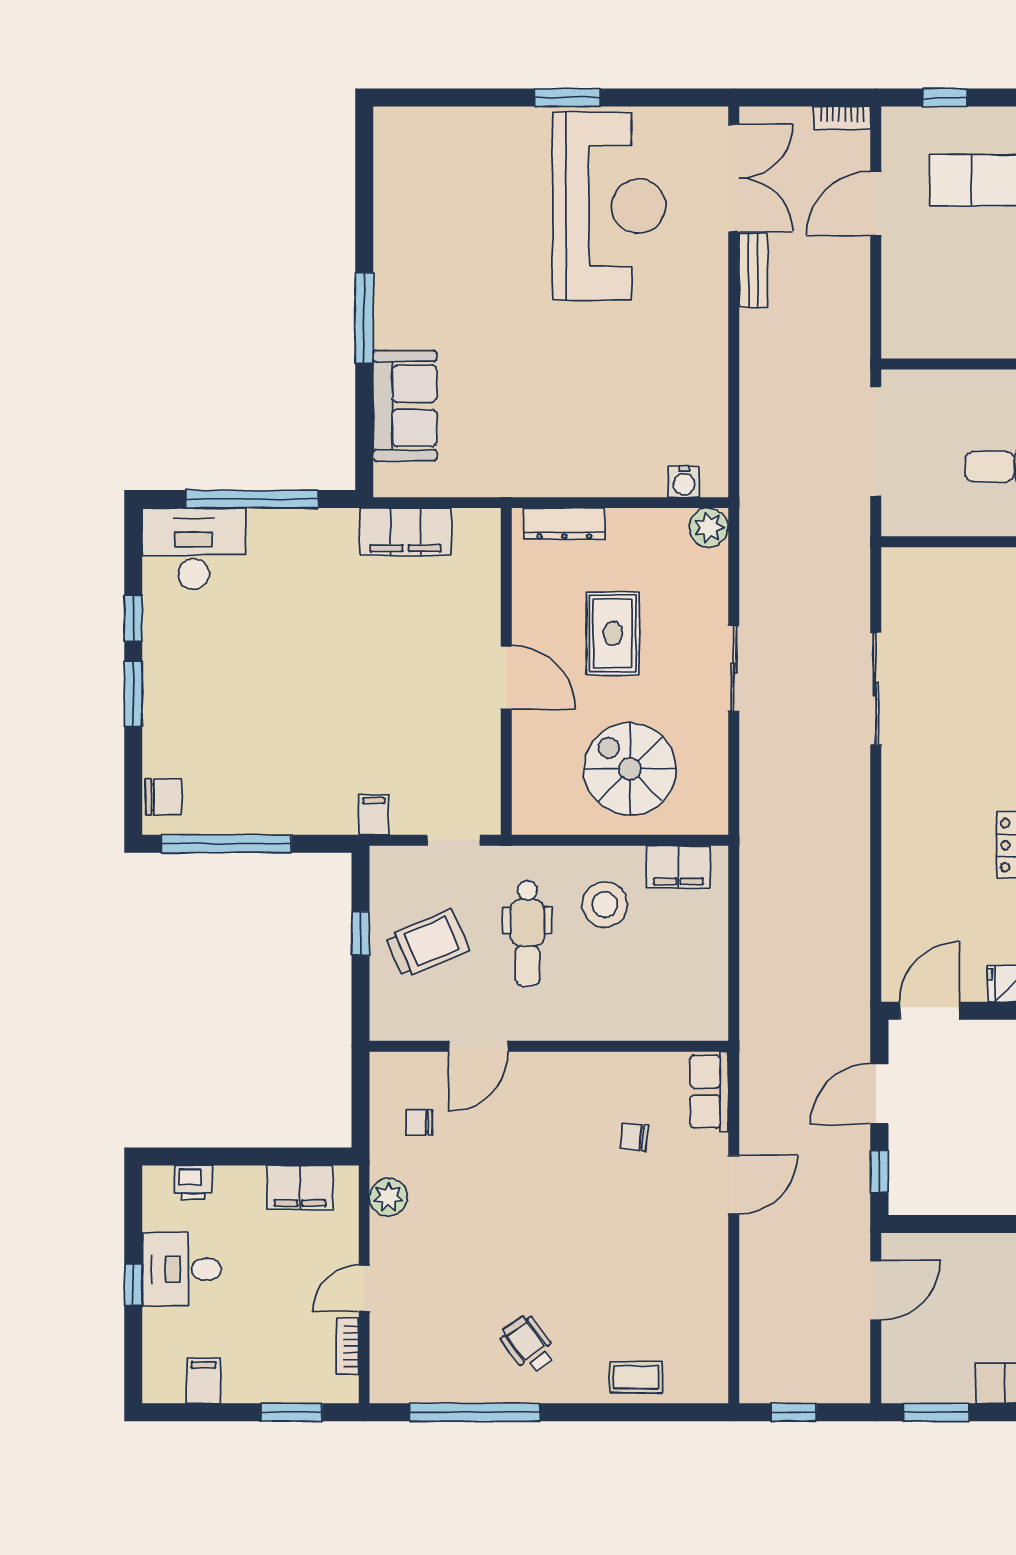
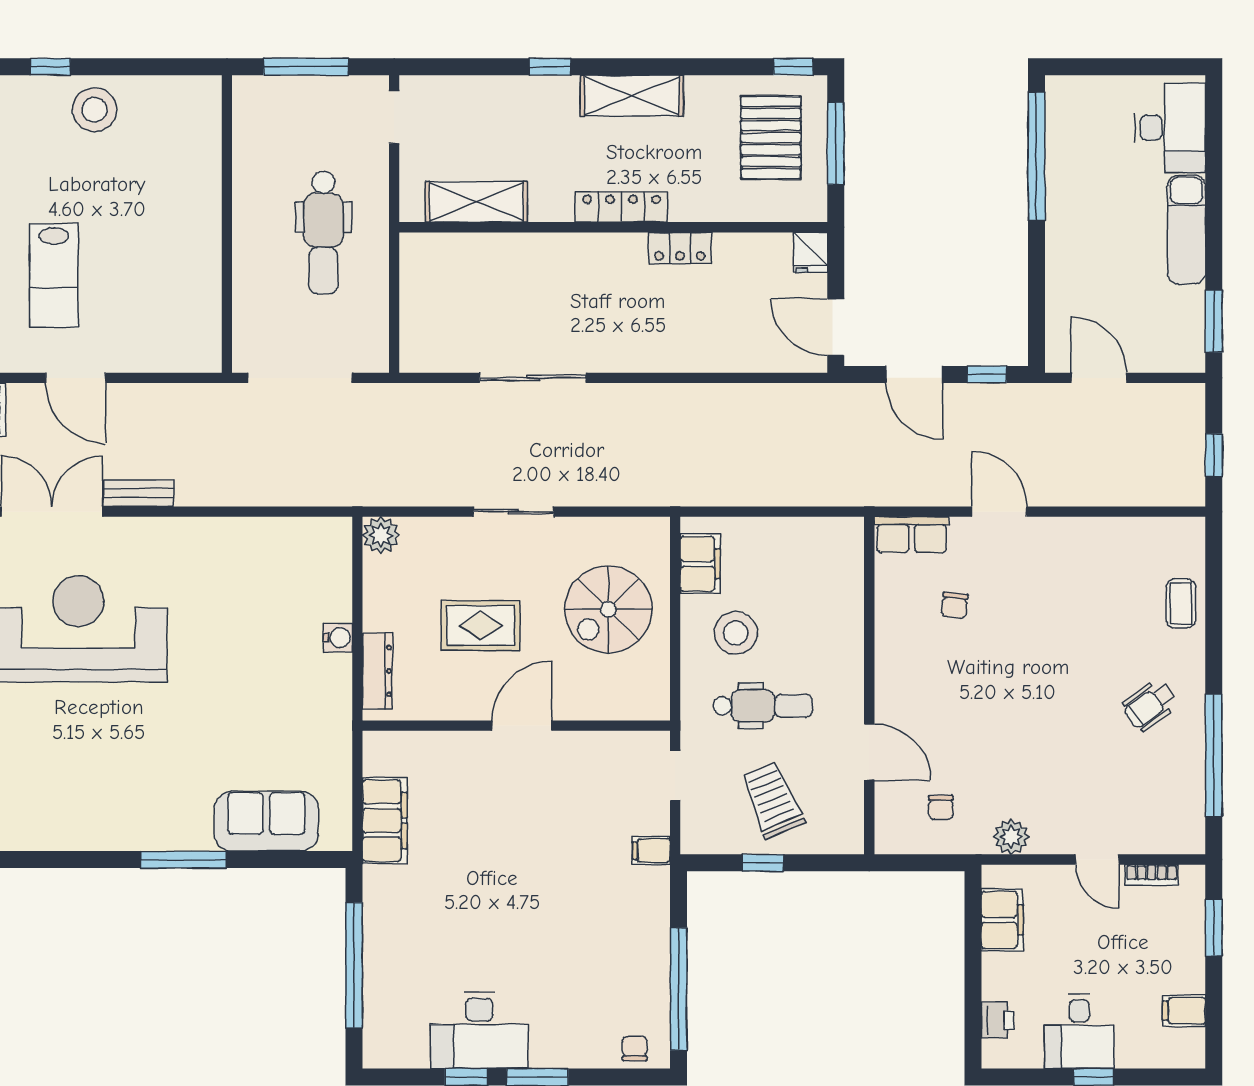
water cooler: (684, 482) -> (338, 638), moved
desk: (194, 549) -> (479, 1030), moved, turned -90
chair: (163, 797) -> (635, 1048), width x0.73, depth x0.73

